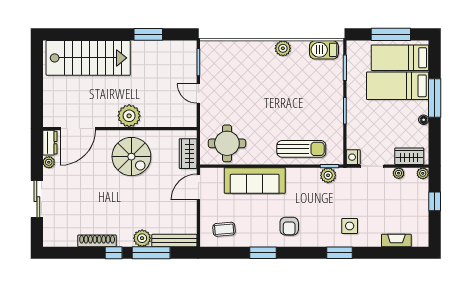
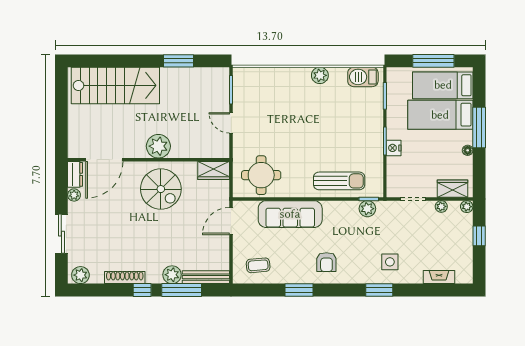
wardrobe: (188, 154) -> (214, 170), moved, turned -90
nightstand: (353, 157) -> (394, 148), moved
plant: (55, 239) -> (80, 275), added

